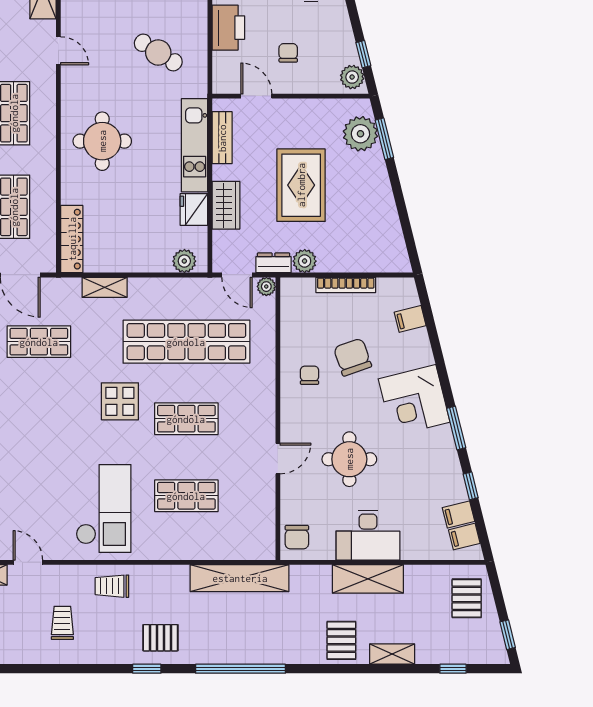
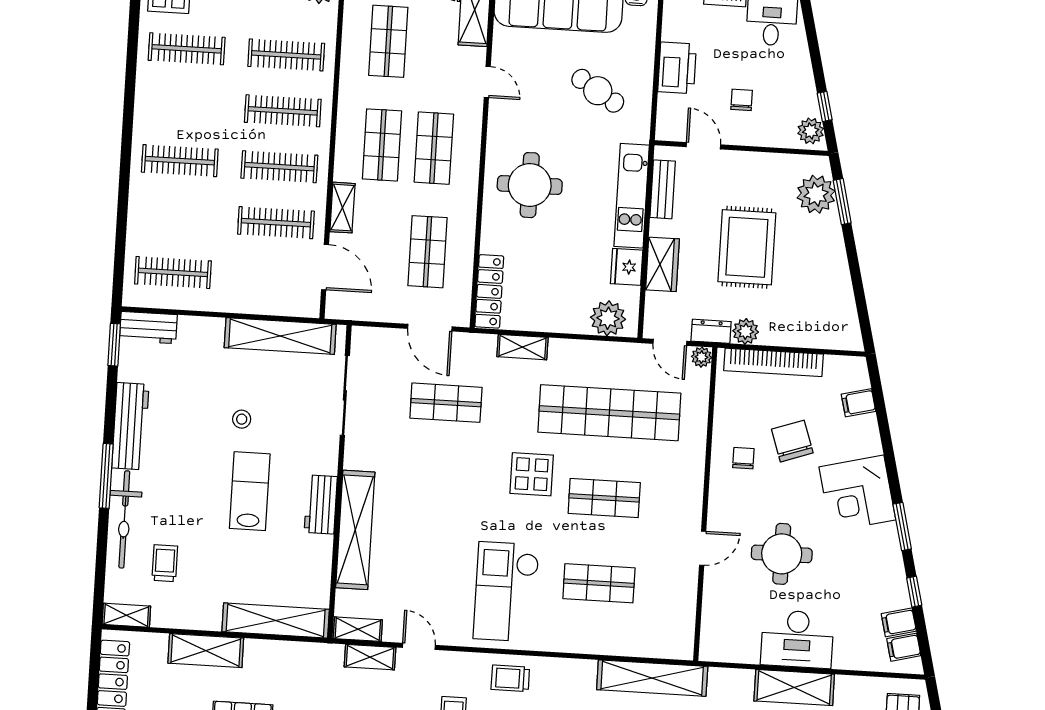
plant: (184, 261) -> (608, 318), width x1.36, depth x1.36
bookcase: (346, 285) -> (773, 362), width x1.48, depth x1.31
checkout: (103, 509) -> (506, 592), turned 180
chair: (297, 537) -> (718, 637), removed

